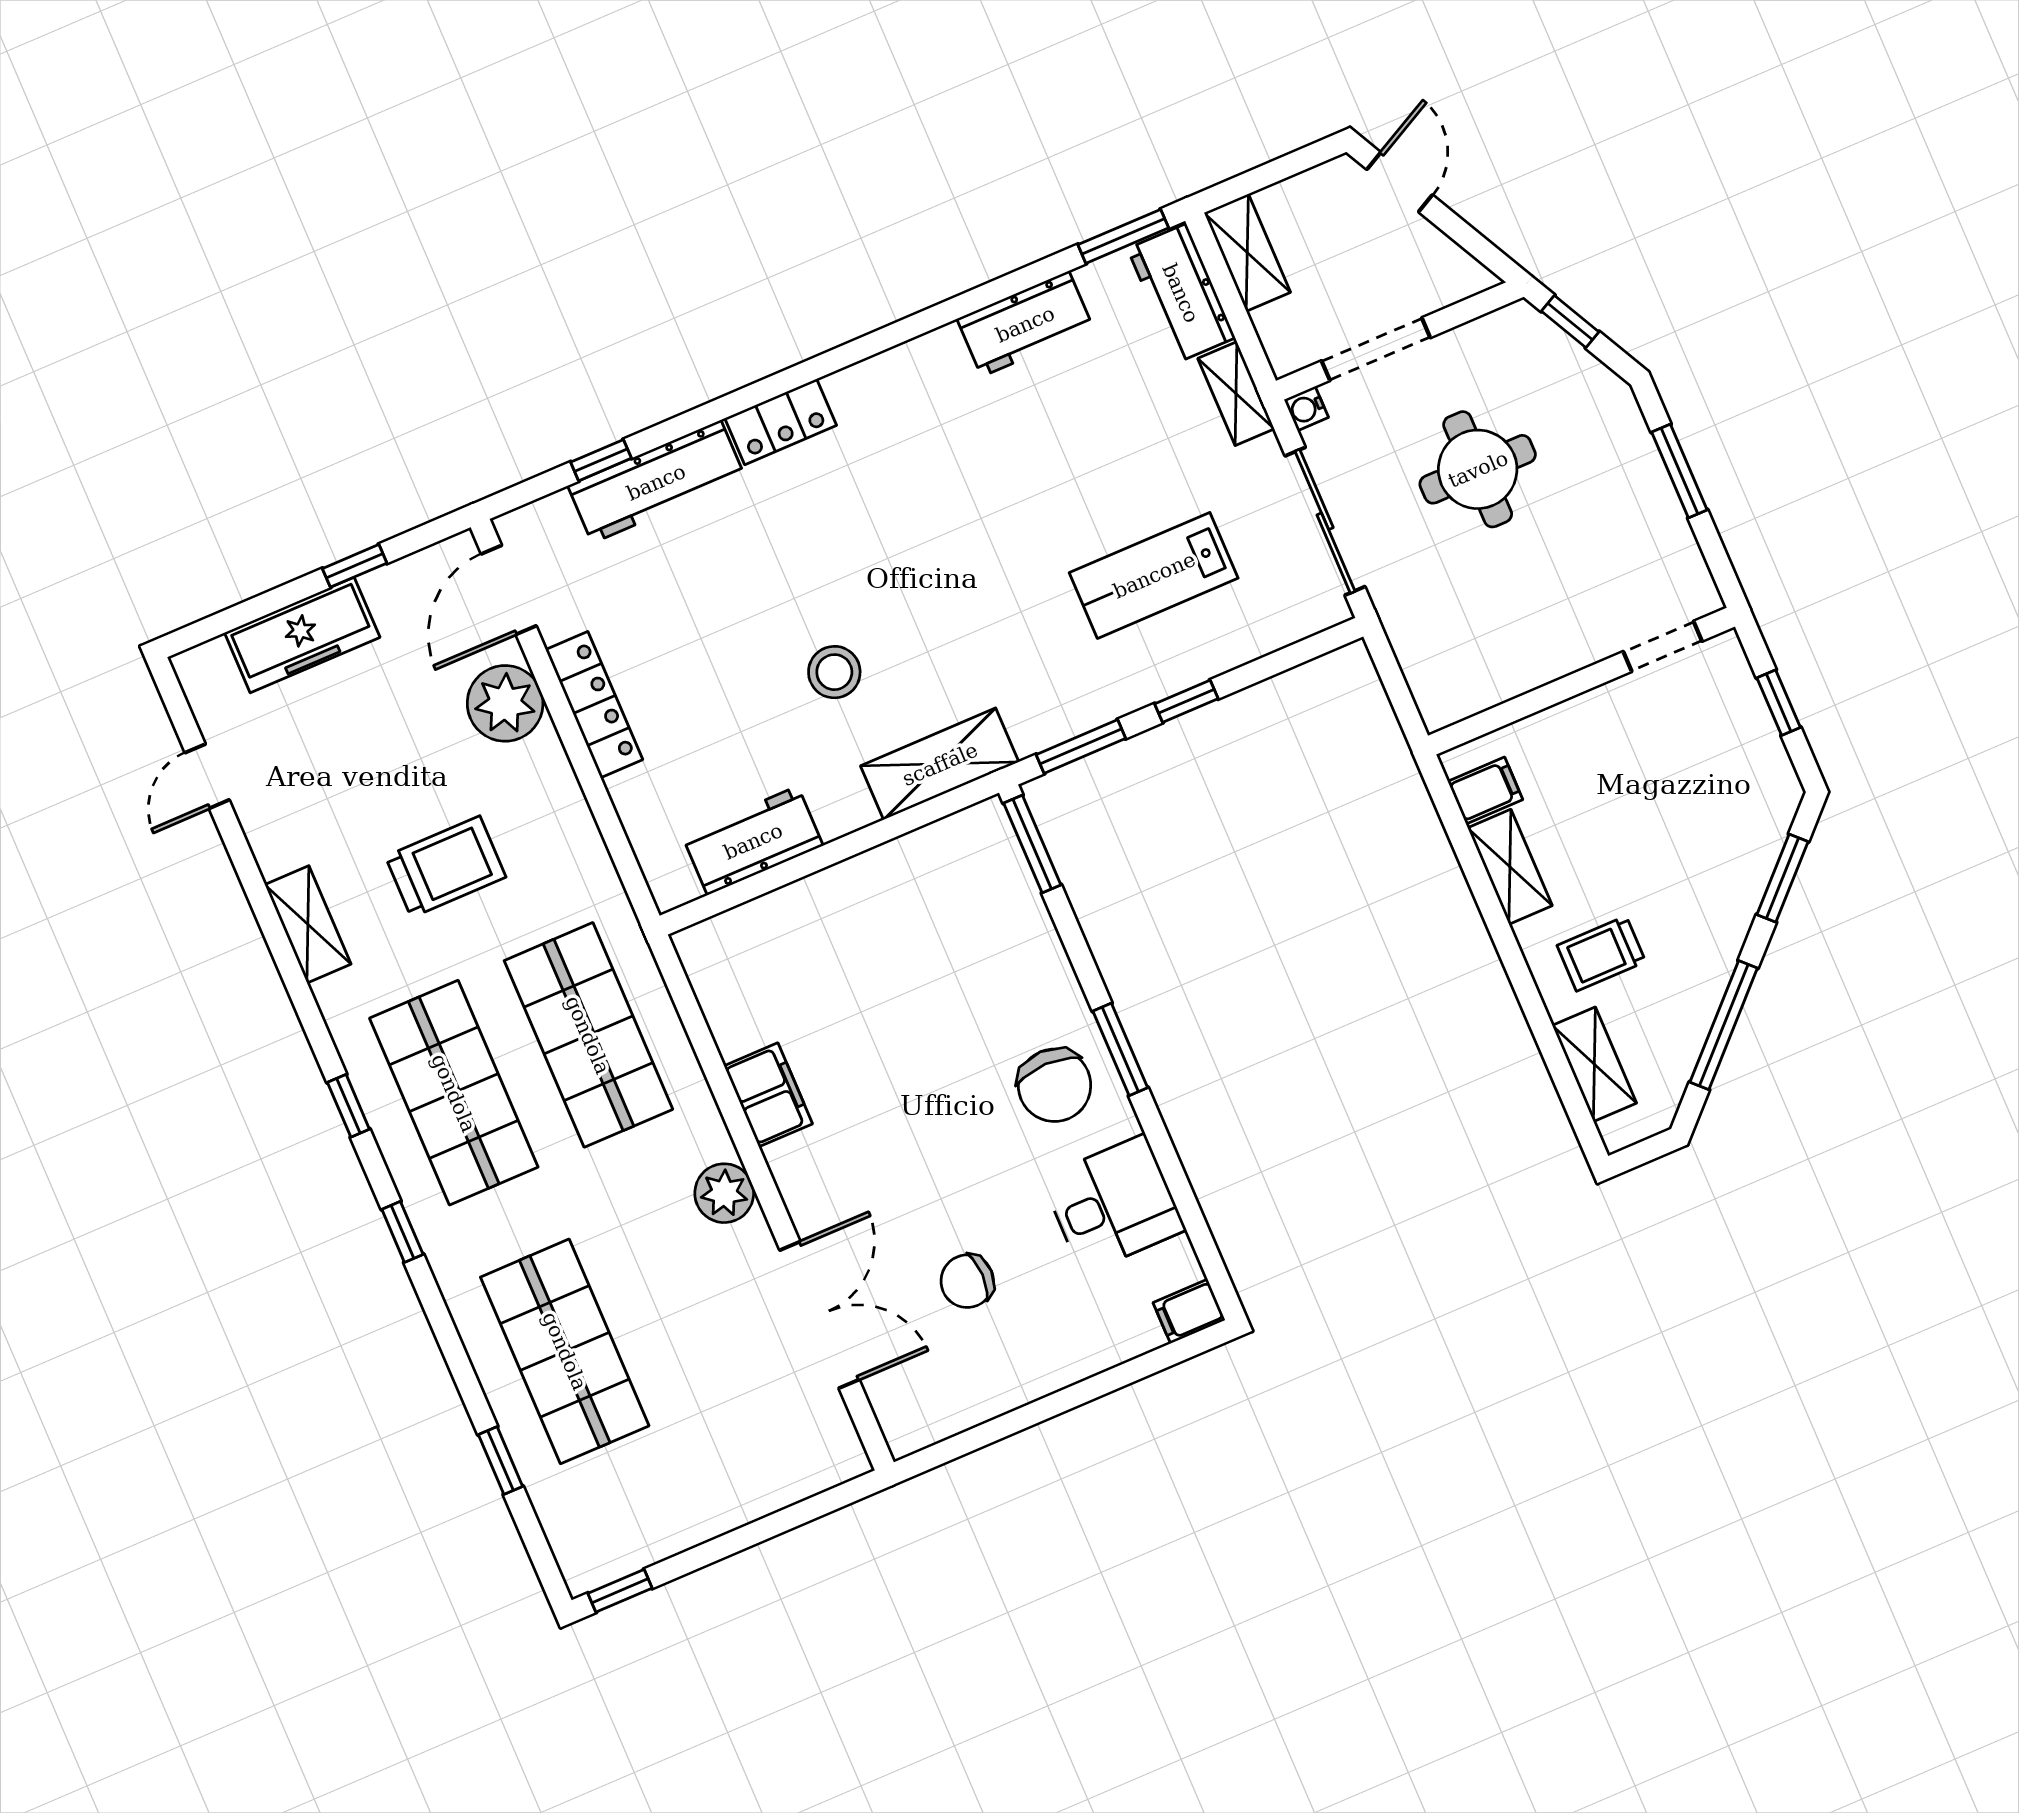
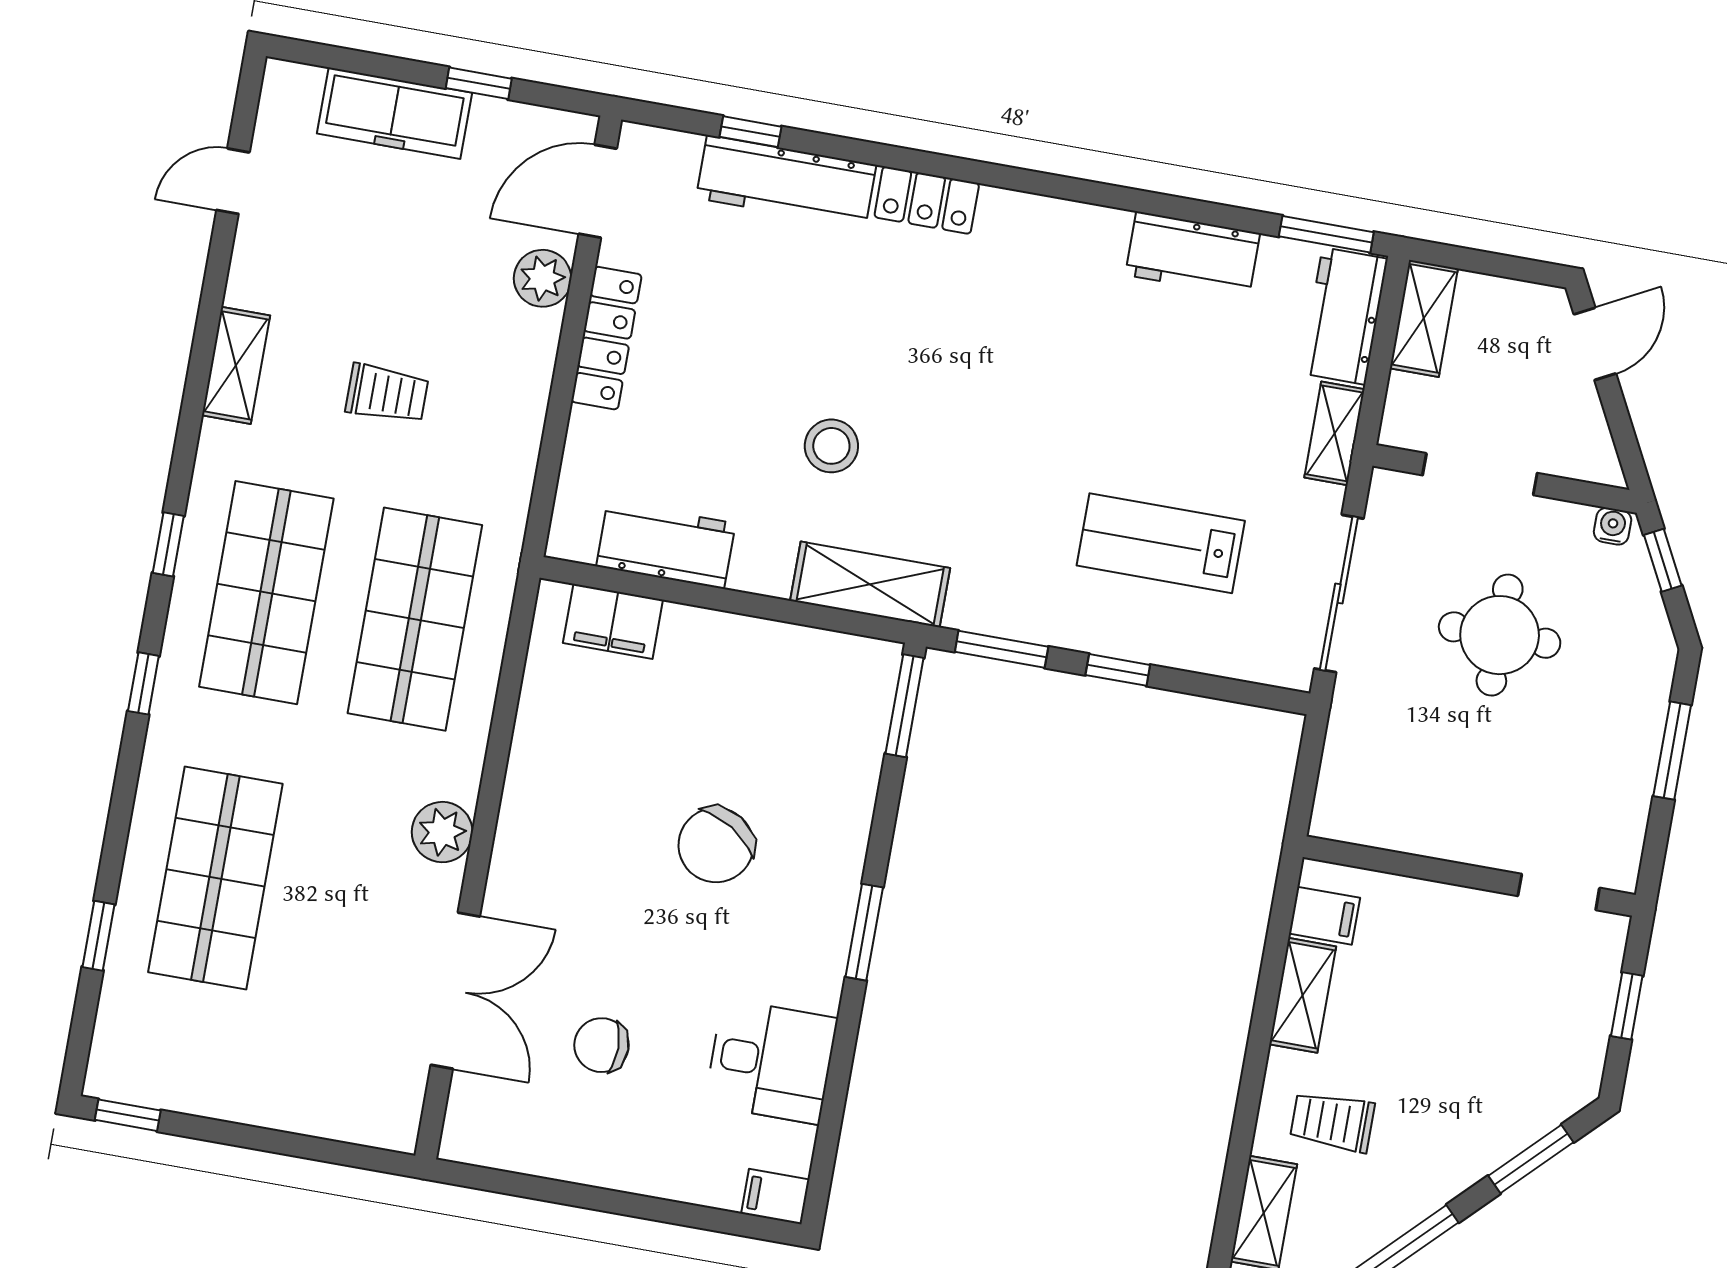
water cooler: (1306, 409) -> (1613, 526), moved, turned 90
plant: (505, 703) -> (543, 278), width x0.73, depth x0.73
trolley: (446, 867) -> (387, 394), width x0.73, depth x0.72
chair: (1055, 1085) -> (716, 845), moved, turned 32
filing cabinet: (768, 1095) -> (613, 621), moved, turned 90

